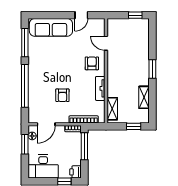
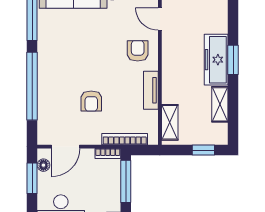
freezer: (142, 69) -> (216, 60), added

